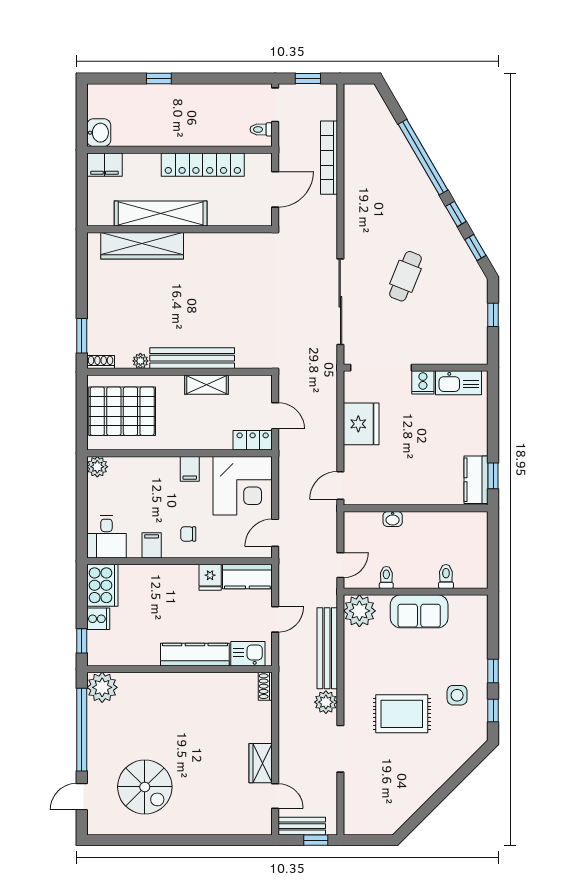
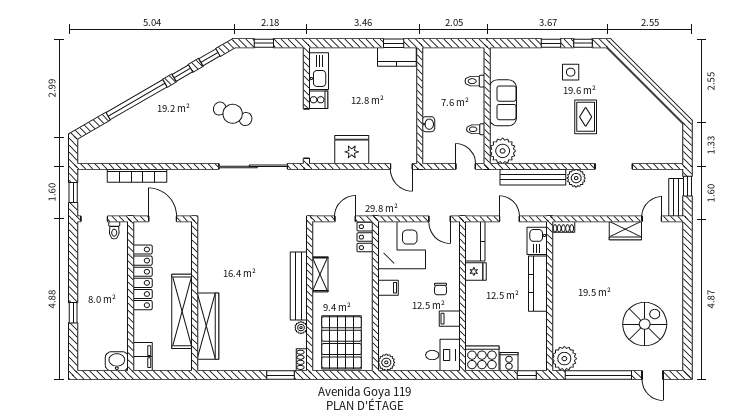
rug: (402, 714) -> (586, 117), width x0.73, depth x0.70

